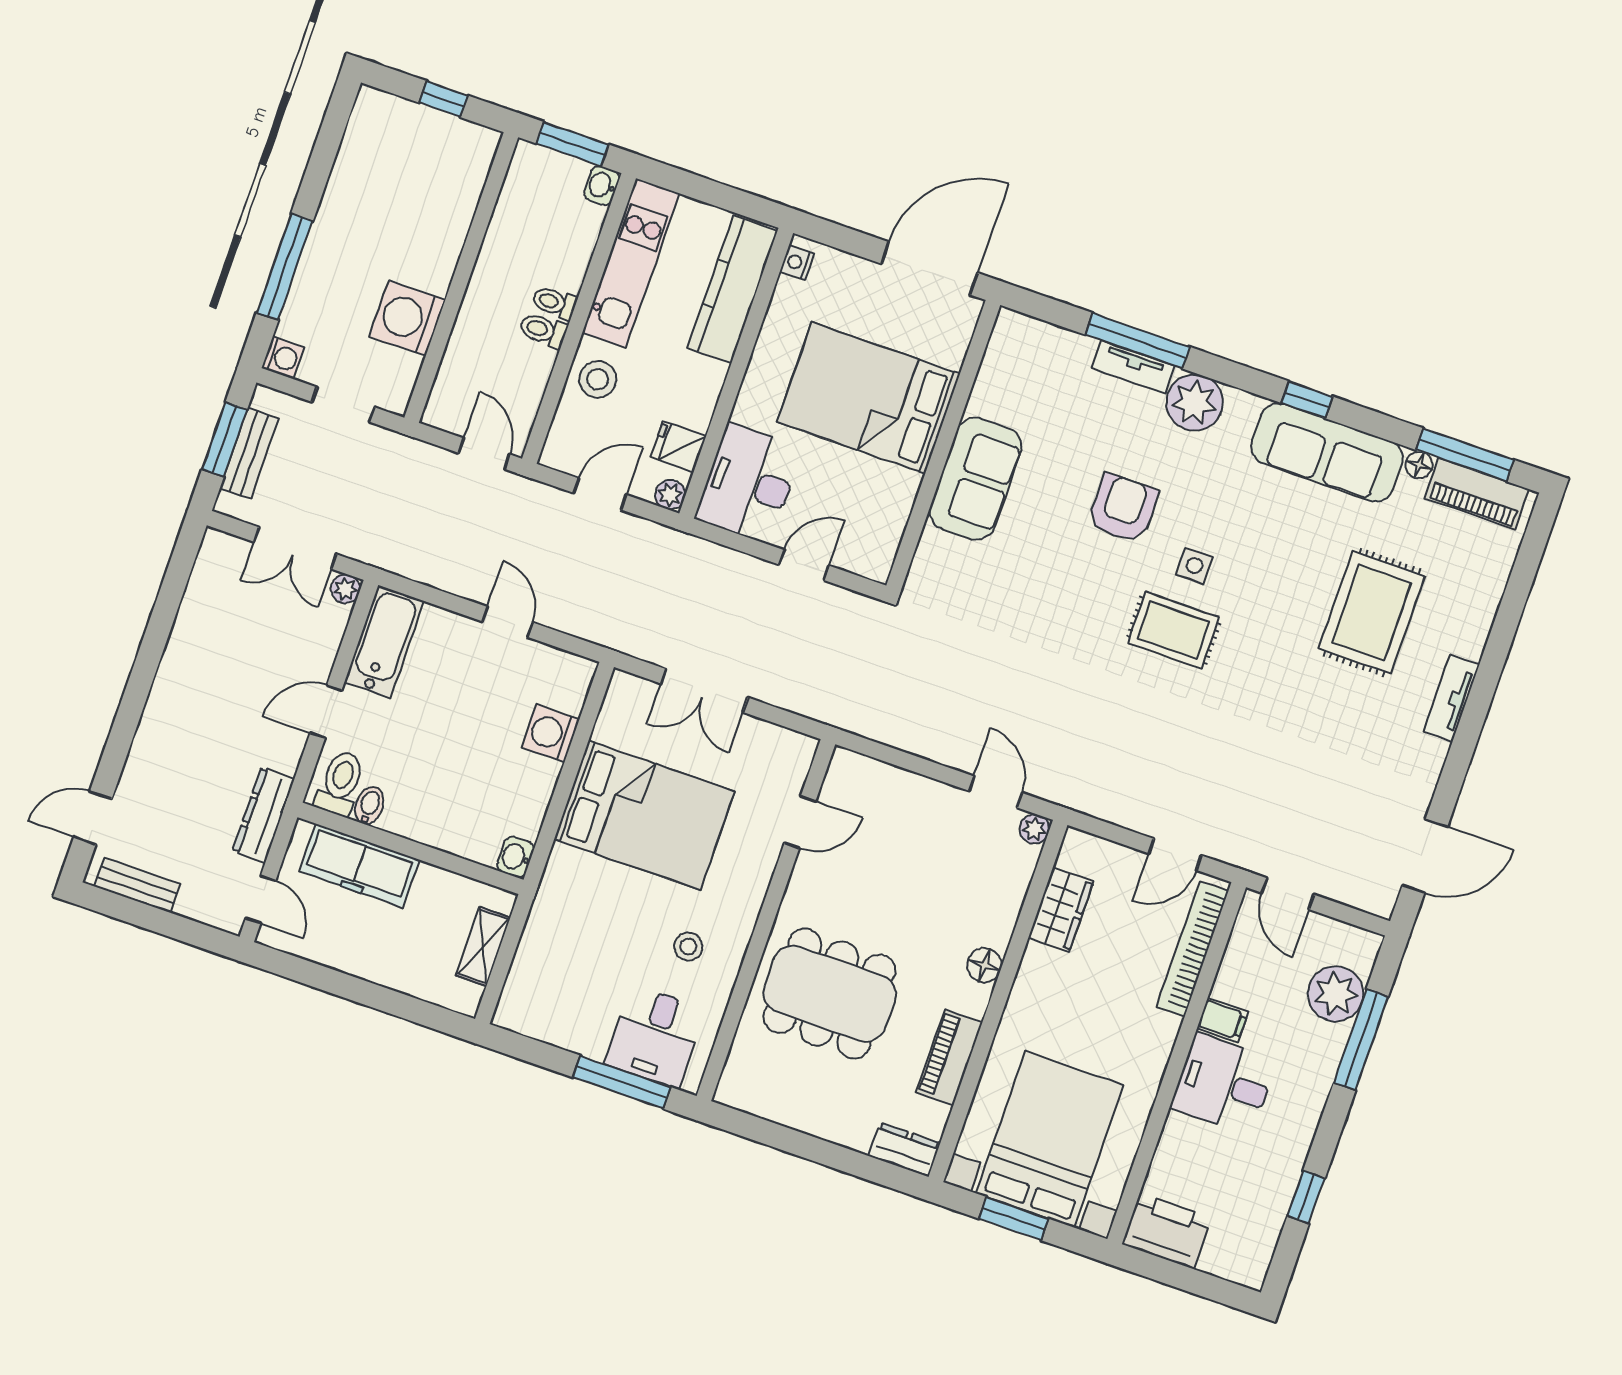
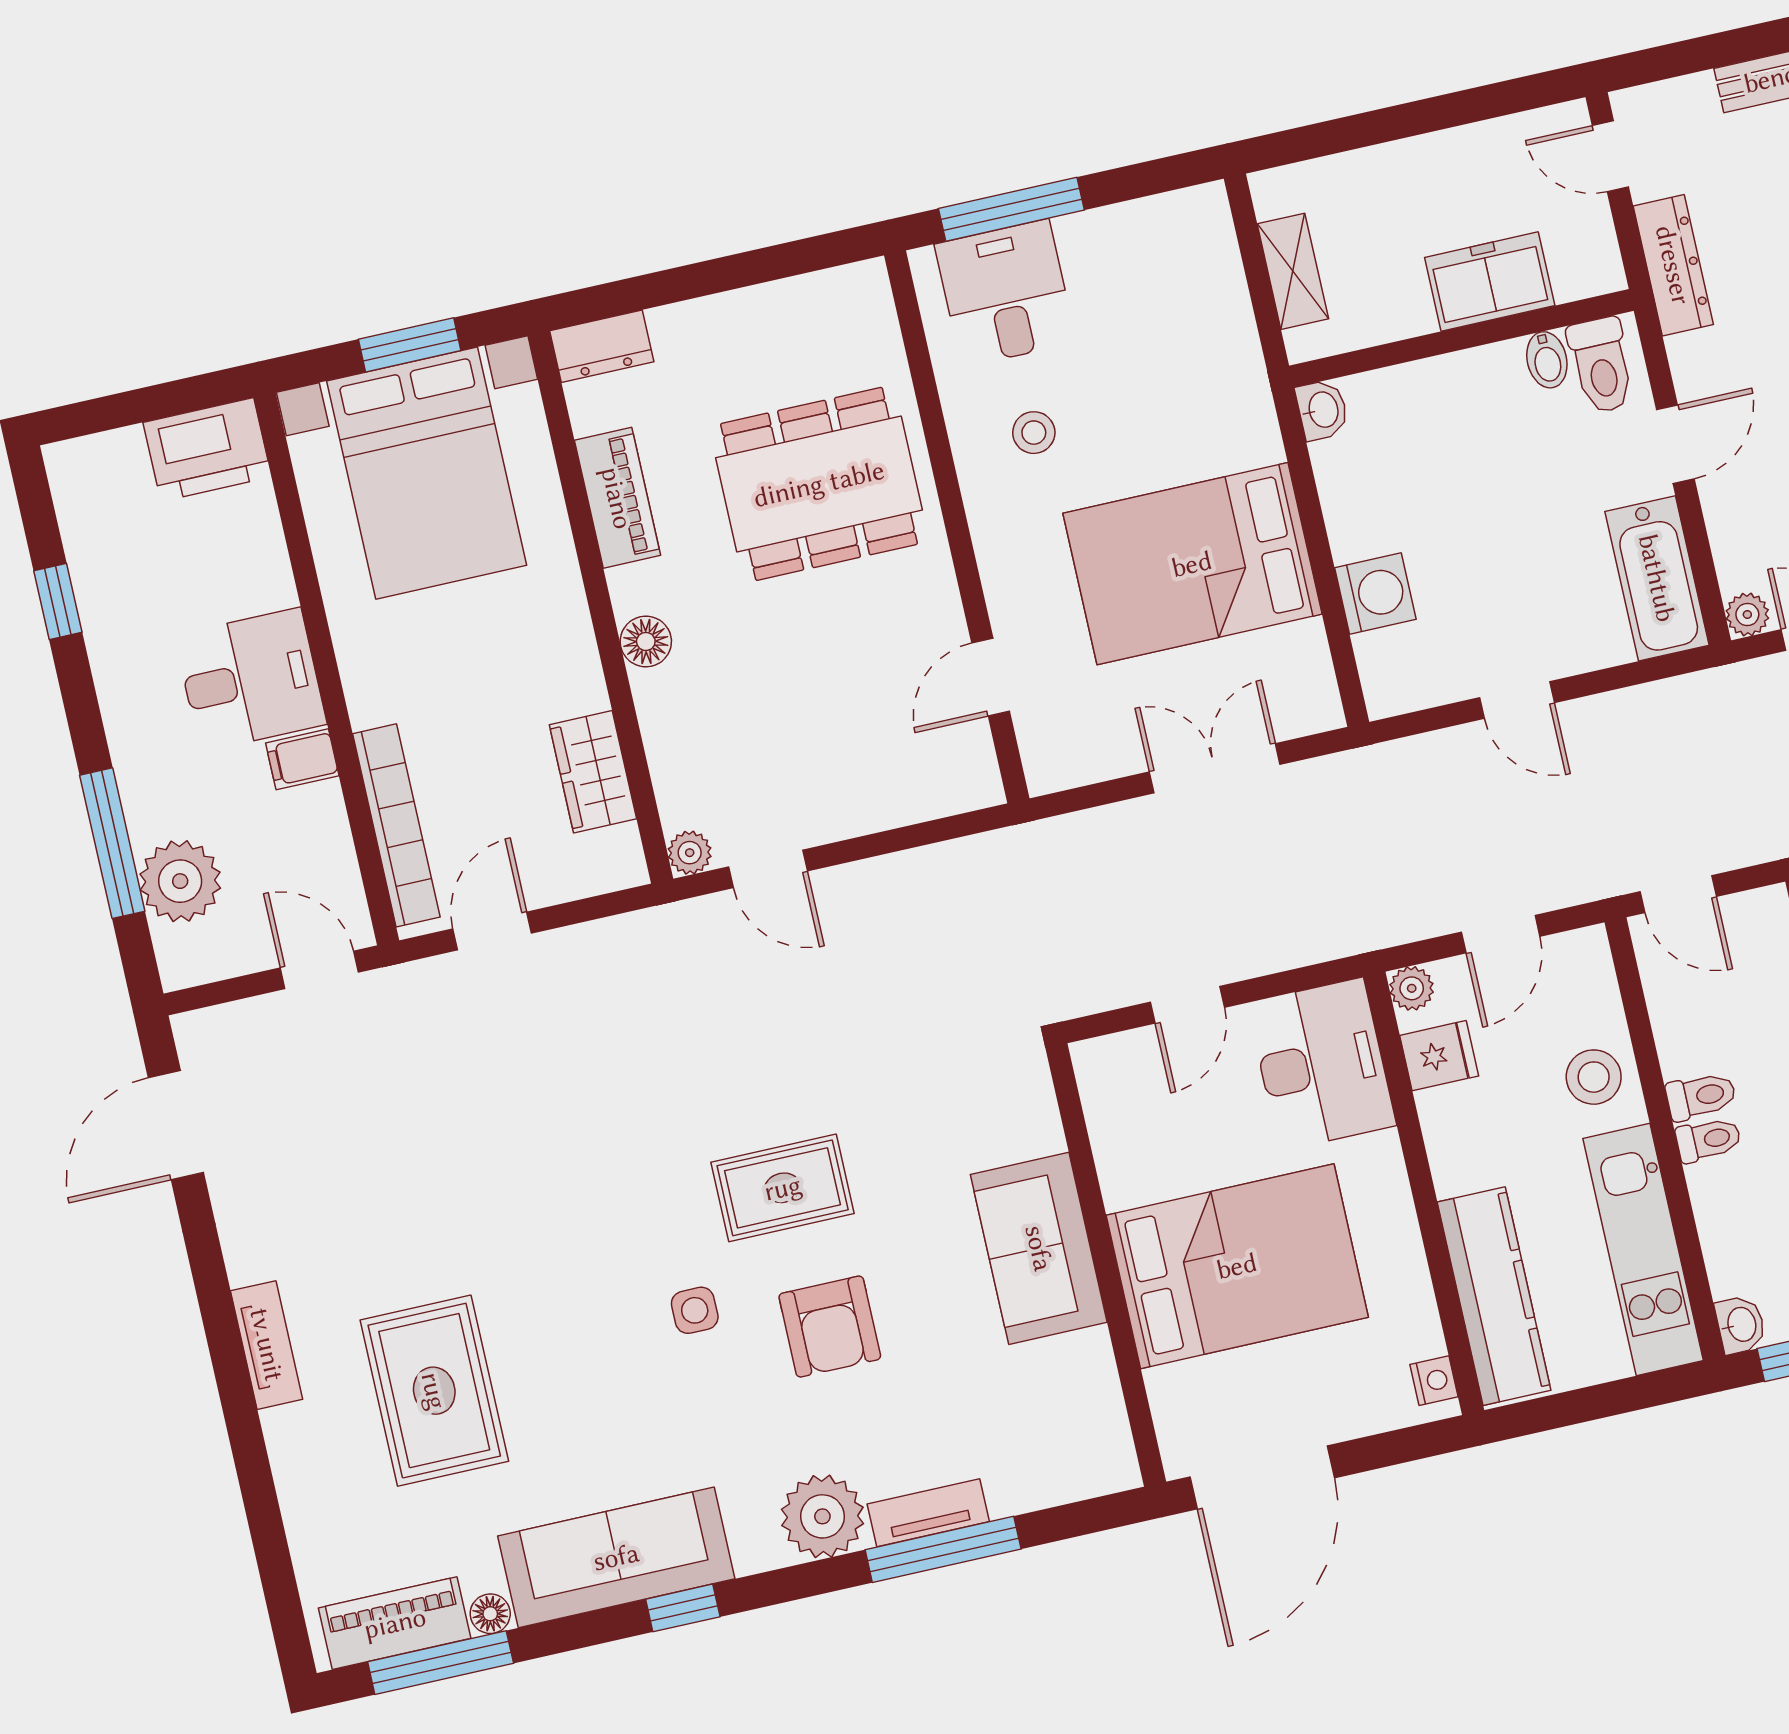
rug: (1173, 630) -> (783, 1188), moved
freezer: (359, 866) -> (1490, 282), width x0.71

